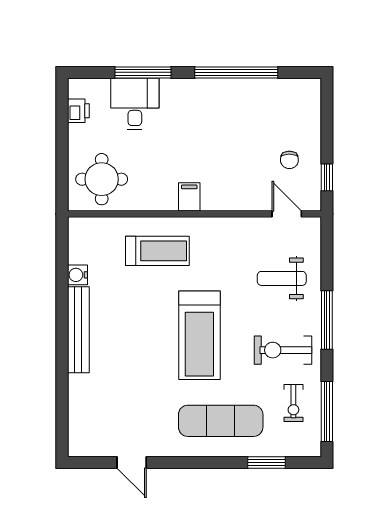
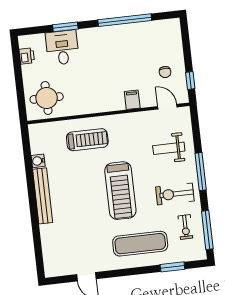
window: (143, 72) -> (65, 27), width x0.69
filing cabinet: (189, 197) -> (132, 100), moved

